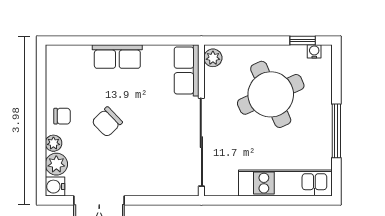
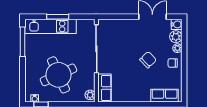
row of seats: (117, 57) -> (165, 96), moved
window: (336, 131) -> (22, 42), moved
window: (272, 200) -> (58, 17), added

